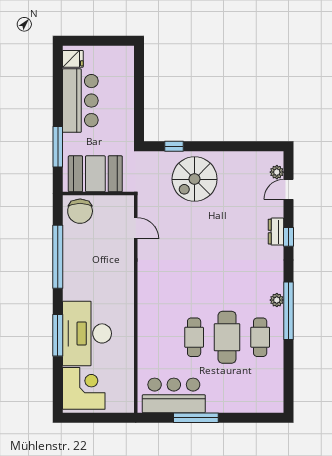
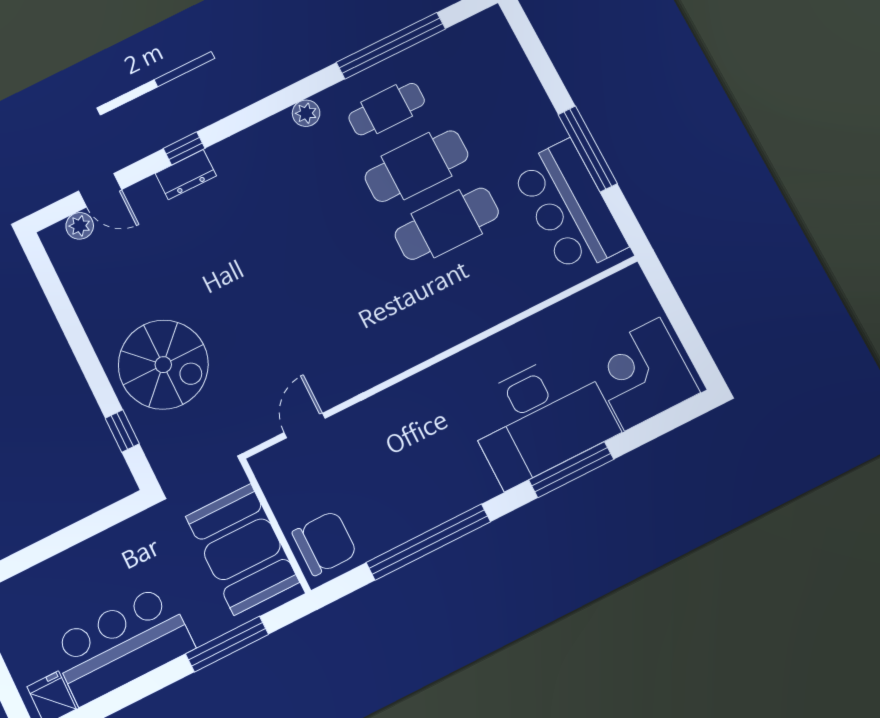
window: (289, 311) -> (391, 46), moved
cafe table: (194, 337) -> (447, 224), width x1.37, depth x1.35

